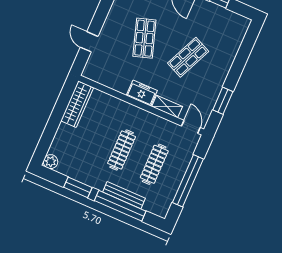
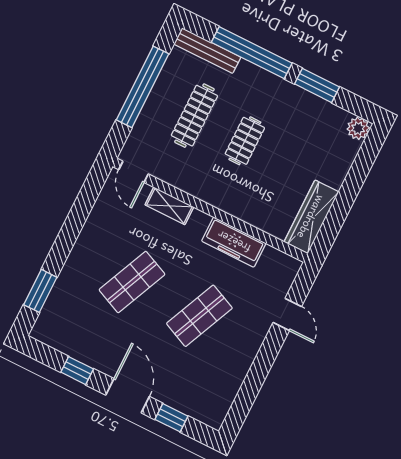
shop shelf: (144, 38) -> (199, 316), turned 42
freezer: (142, 93) -> (234, 242), moved, width x1.40
window: (223, 101) -> (40, 291), moved
clothes rail: (122, 150) -> (245, 141), width x0.73
bench: (124, 195) -> (207, 51), moved

